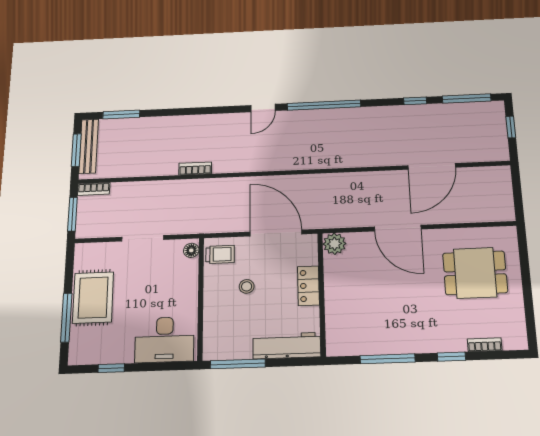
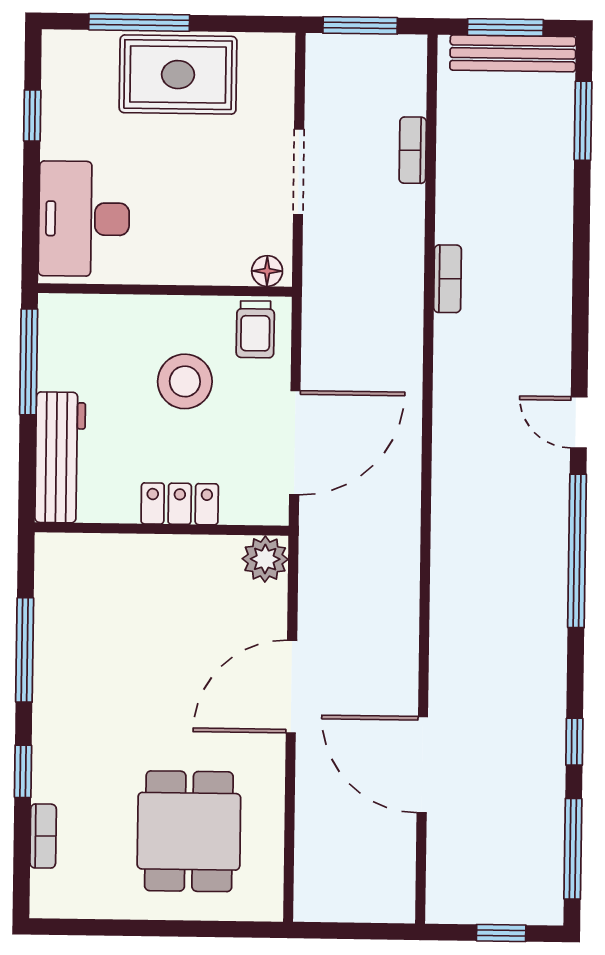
bookcase: (94, 189) -> (413, 150), moved
stool: (247, 286) -> (185, 381), width x1.89, depth x1.89

